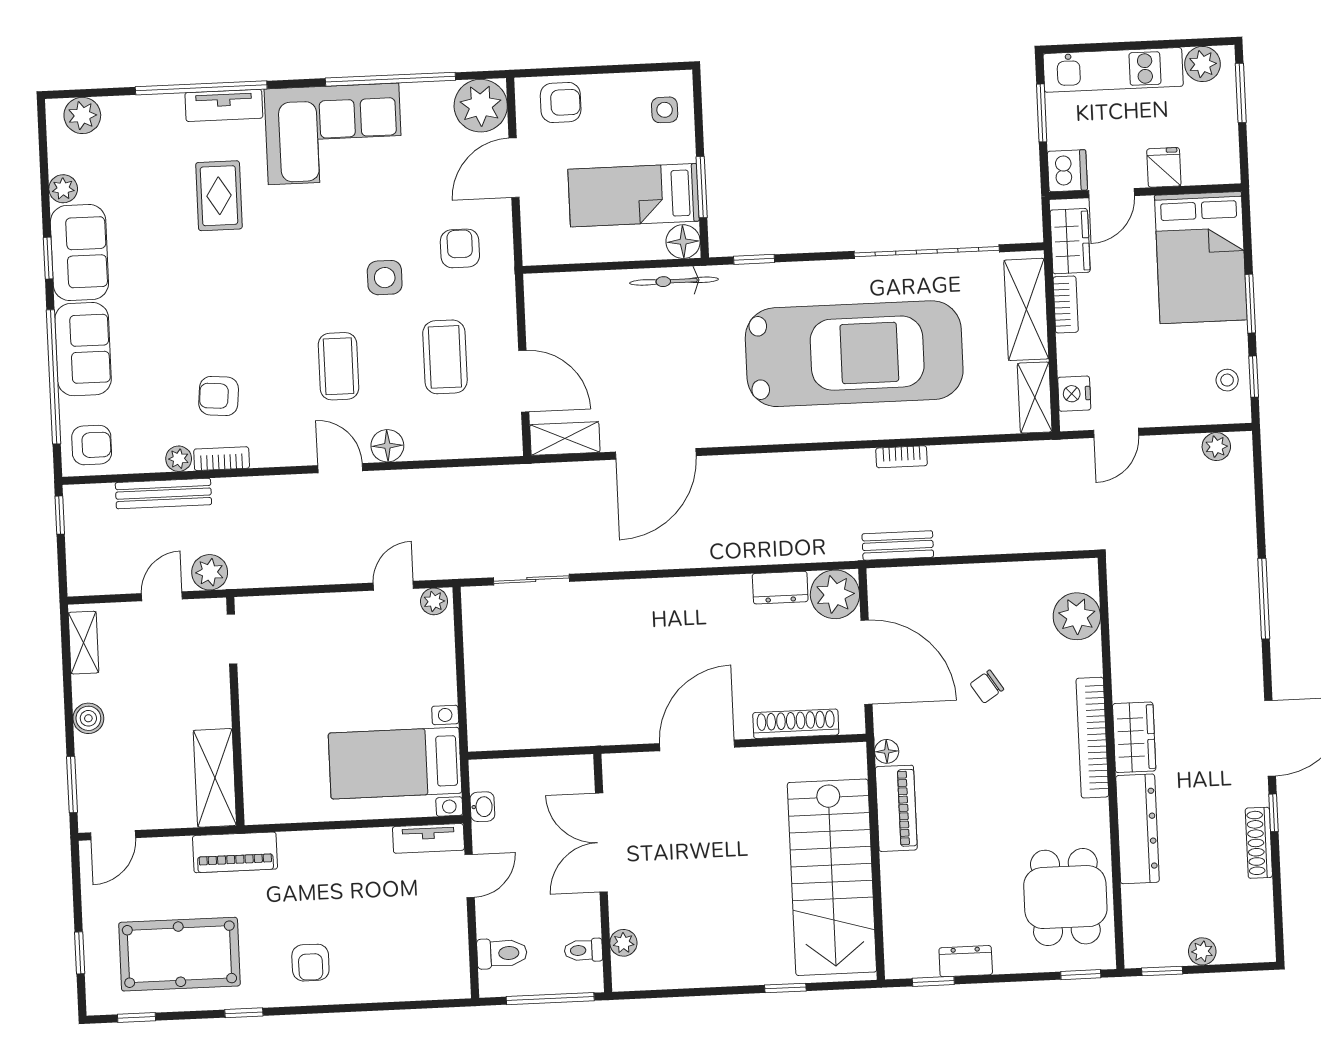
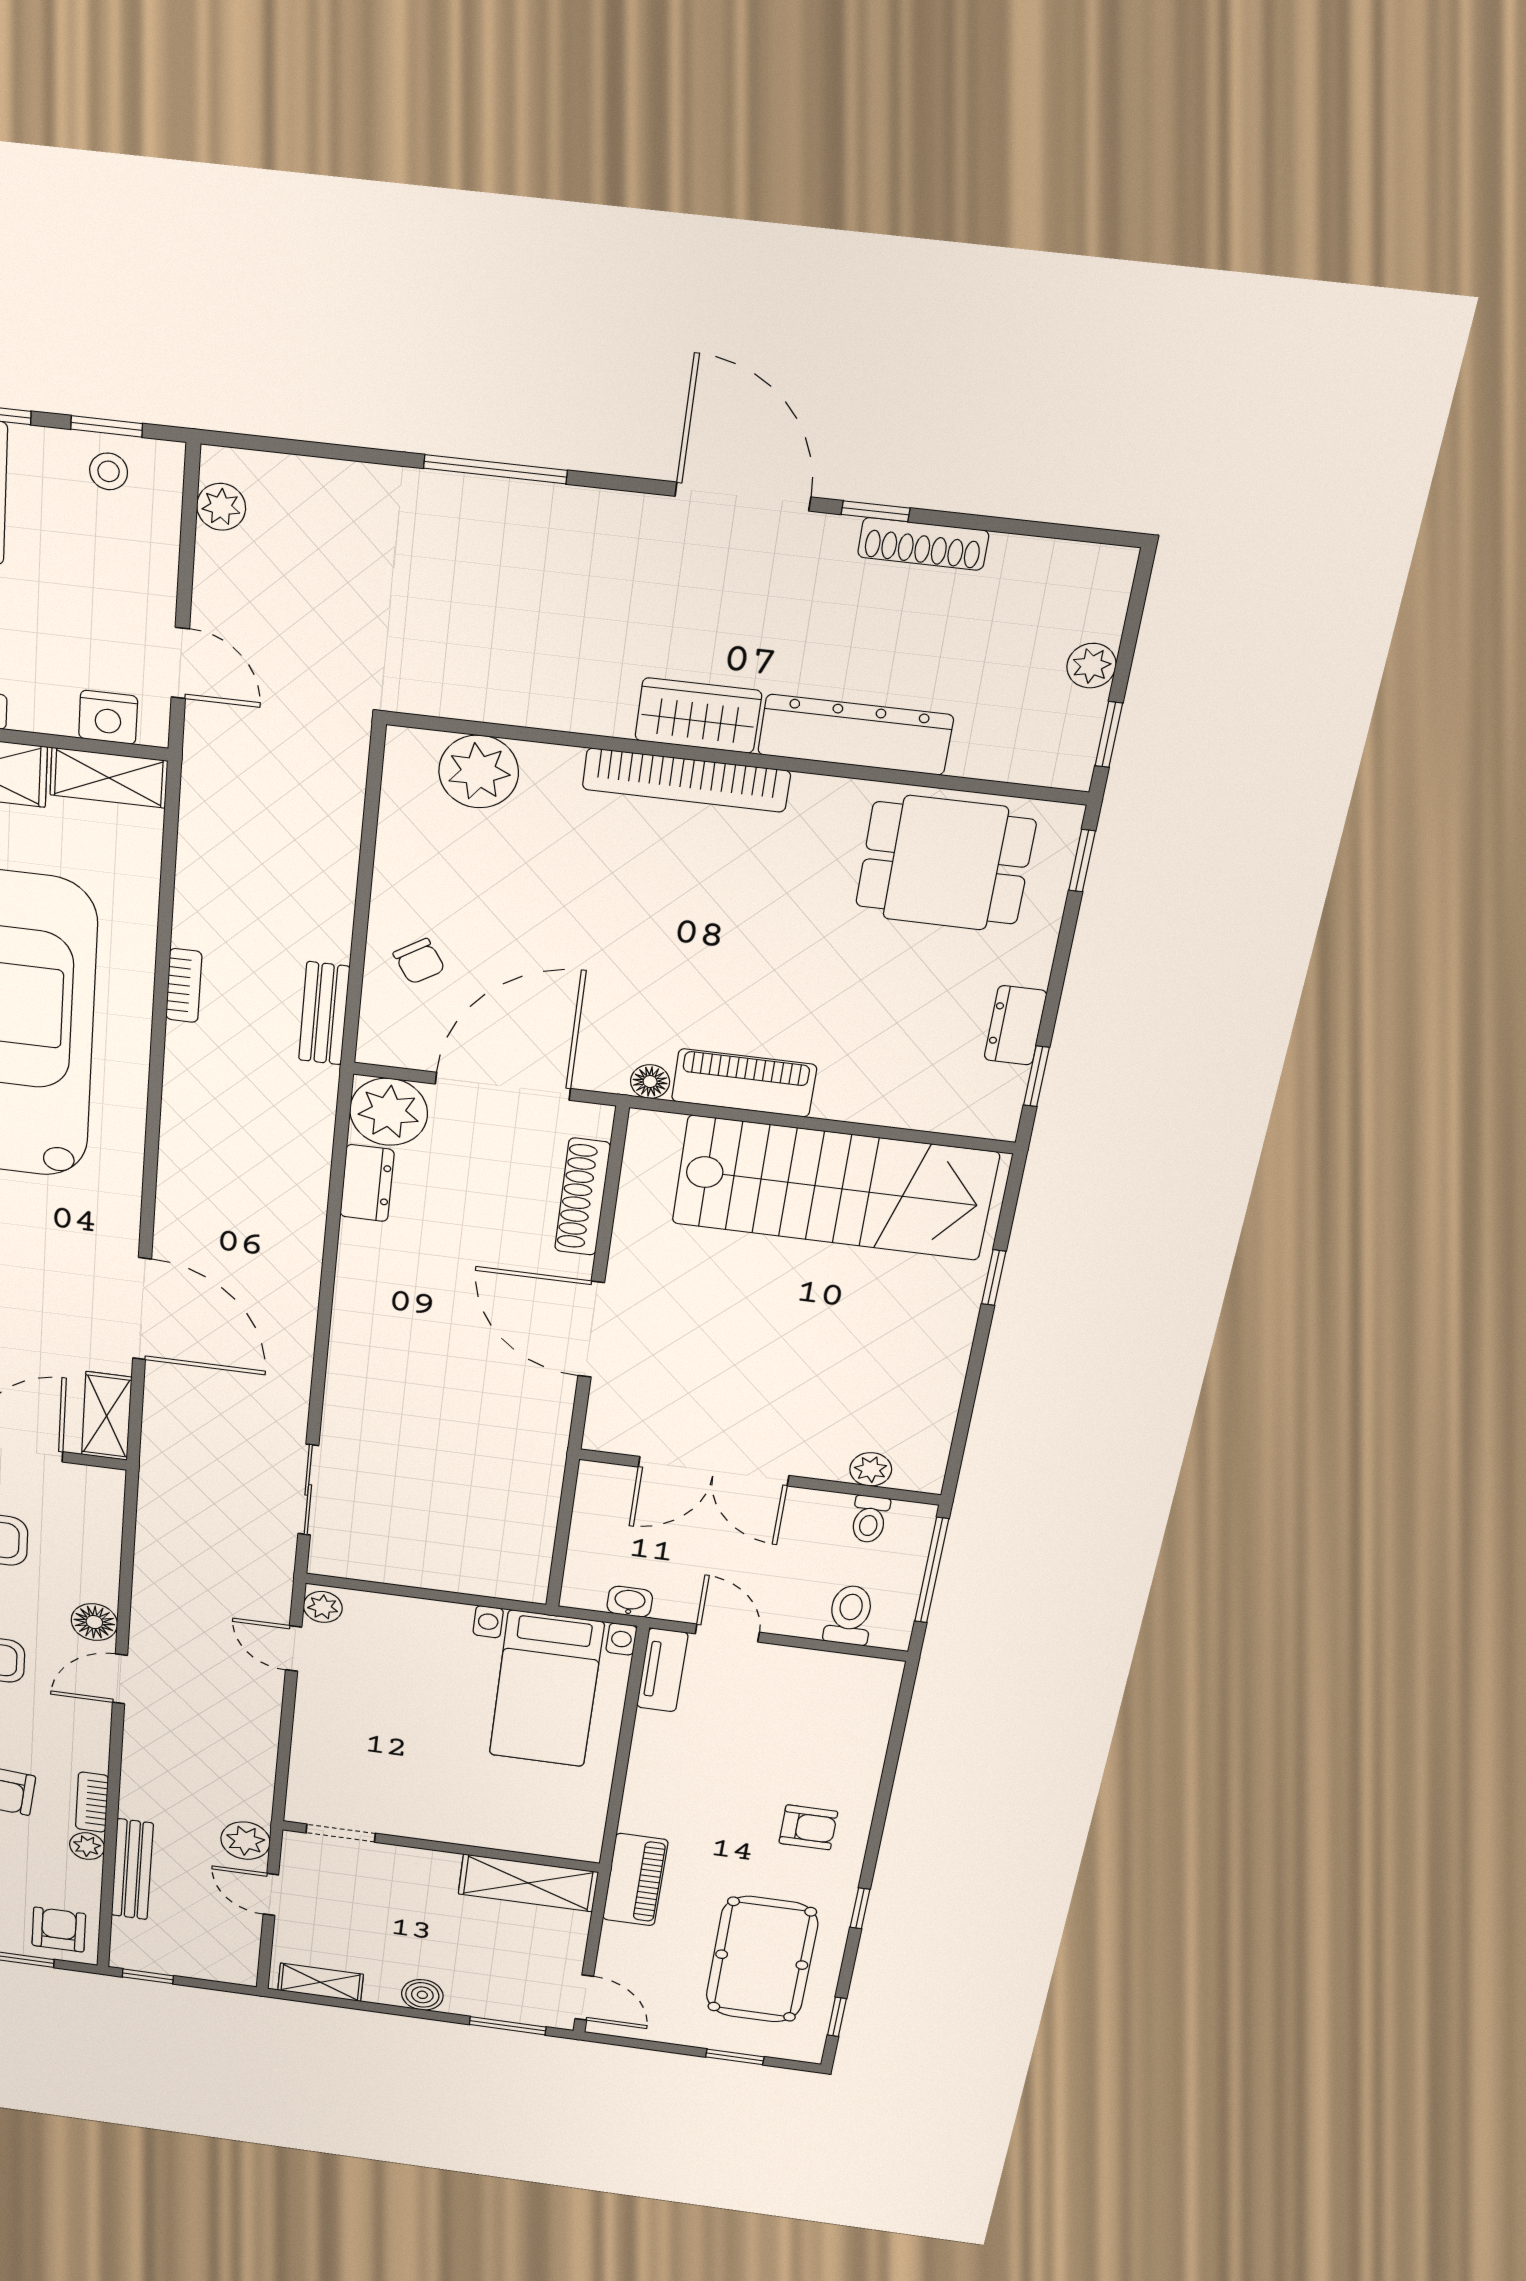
chair: (987, 687) -> (419, 961), moved

